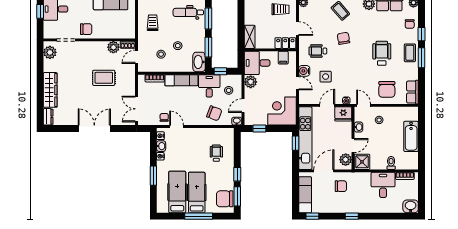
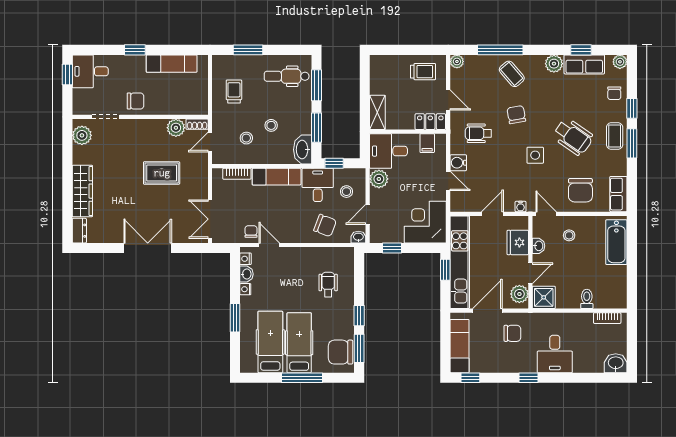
wheelchair: (382, 53) -> (573, 137), turned 125
side table: (326, 77) -> (535, 155), moved
fridge: (343, 114) -> (518, 242), moved, turned 90
bathtub: (411, 136) -> (616, 242), moved
desk: (383, 185) -> (555, 354), moved, turned 180

